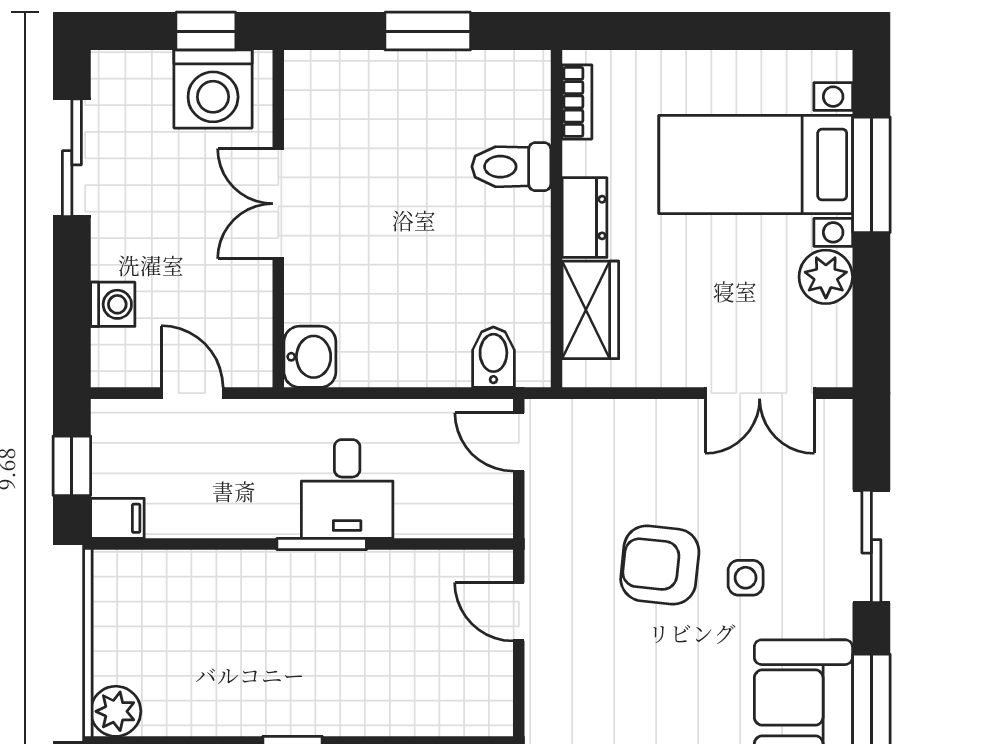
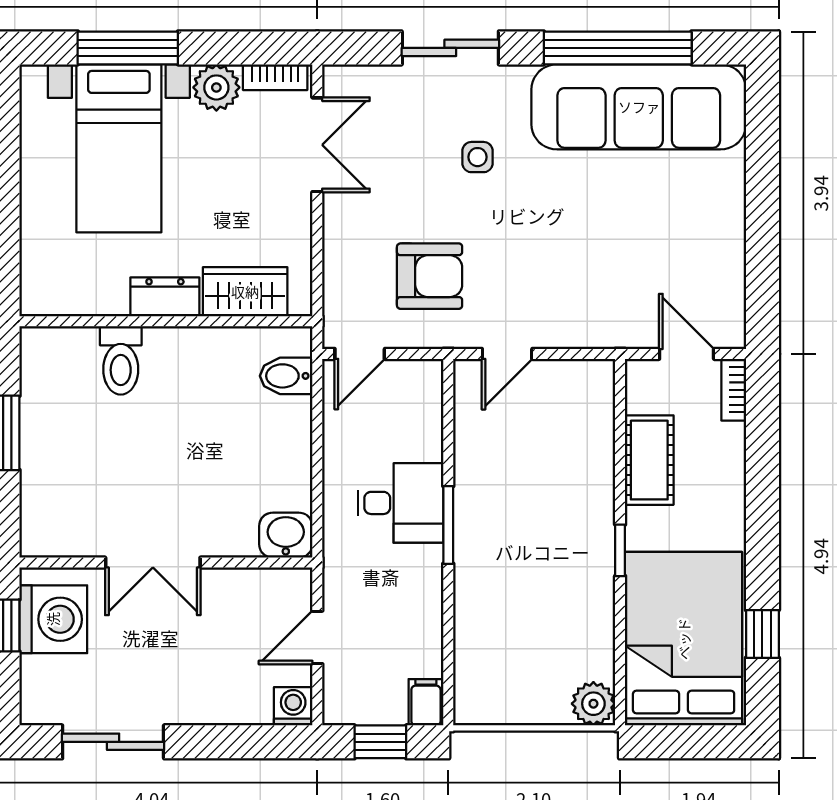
bookcase: (577, 102) -> (275, 77), moved, turned 180
washing machine: (113, 304) -> (293, 706), moved
armchair: (660, 565) -> (430, 276), moved, turned -96

